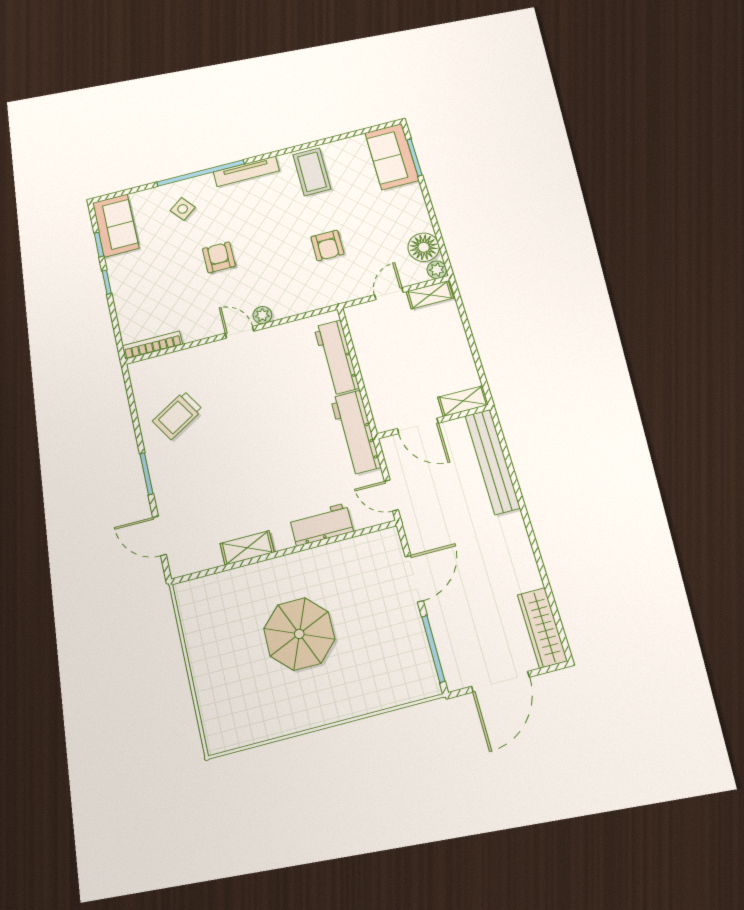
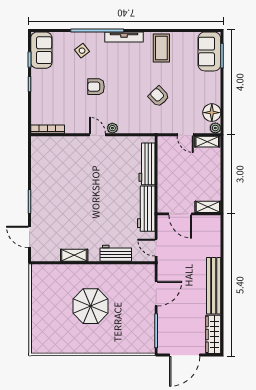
armchair: (327, 245) -> (159, 96), turned 136
armchair: (219, 257) -> (96, 87), turned -90
door: (389, 294) -> (185, 135), swing flipped
trolley: (178, 415) -> (53, 173), removed
bench: (492, 462) -> (214, 286), moved

